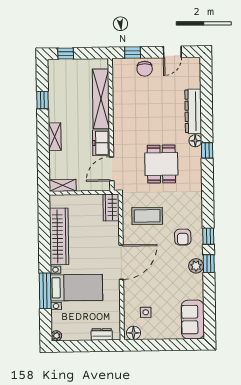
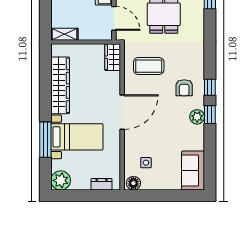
door: (112, 169) -> (114, 18), swing flipped
plant: (56, 336) -> (61, 180), width x1.87, depth x1.87

